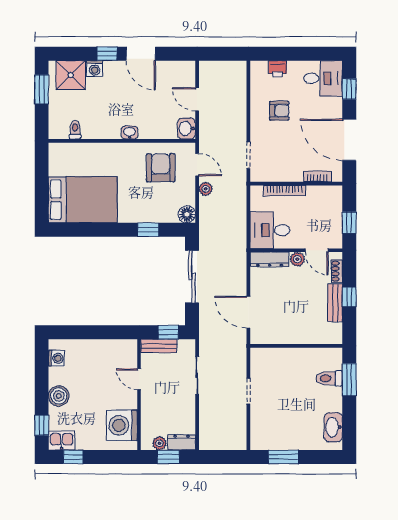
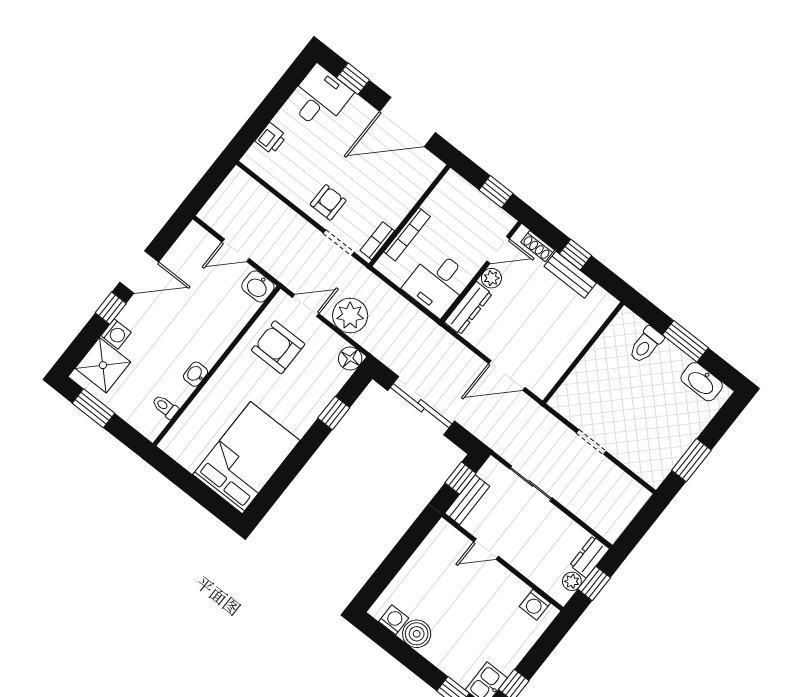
armchair: (279, 111) -> (328, 202), moved
washbasin: (129, 133) -> (195, 374), moved
bookcase: (317, 176) -> (377, 241), moved
plant: (206, 189) -> (350, 316), width x1.87, depth x1.87
window: (349, 380) -> (685, 341), moved
boiler: (59, 396) -> (417, 634), moved
washing machine: (122, 425) -> (535, 605), width x0.53, depth x0.53

